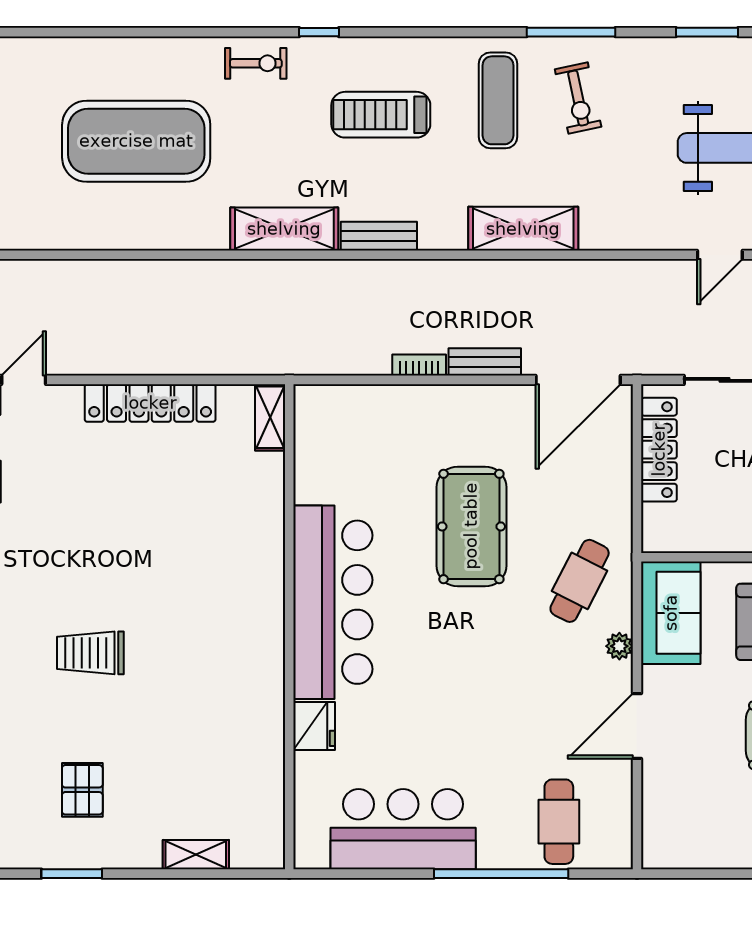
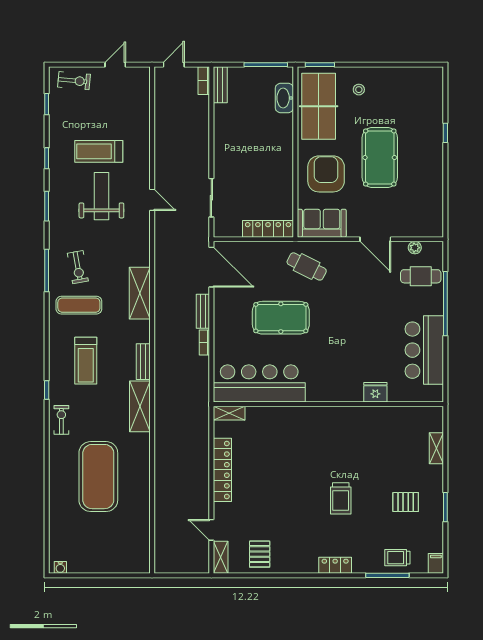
exercise bike: (578, 98) -> (78, 267), turned 92
locker: (659, 450) -> (268, 229), moved
bar counter: (333, 602) -> (259, 383), moved
plant: (619, 646) -> (415, 248), moved

